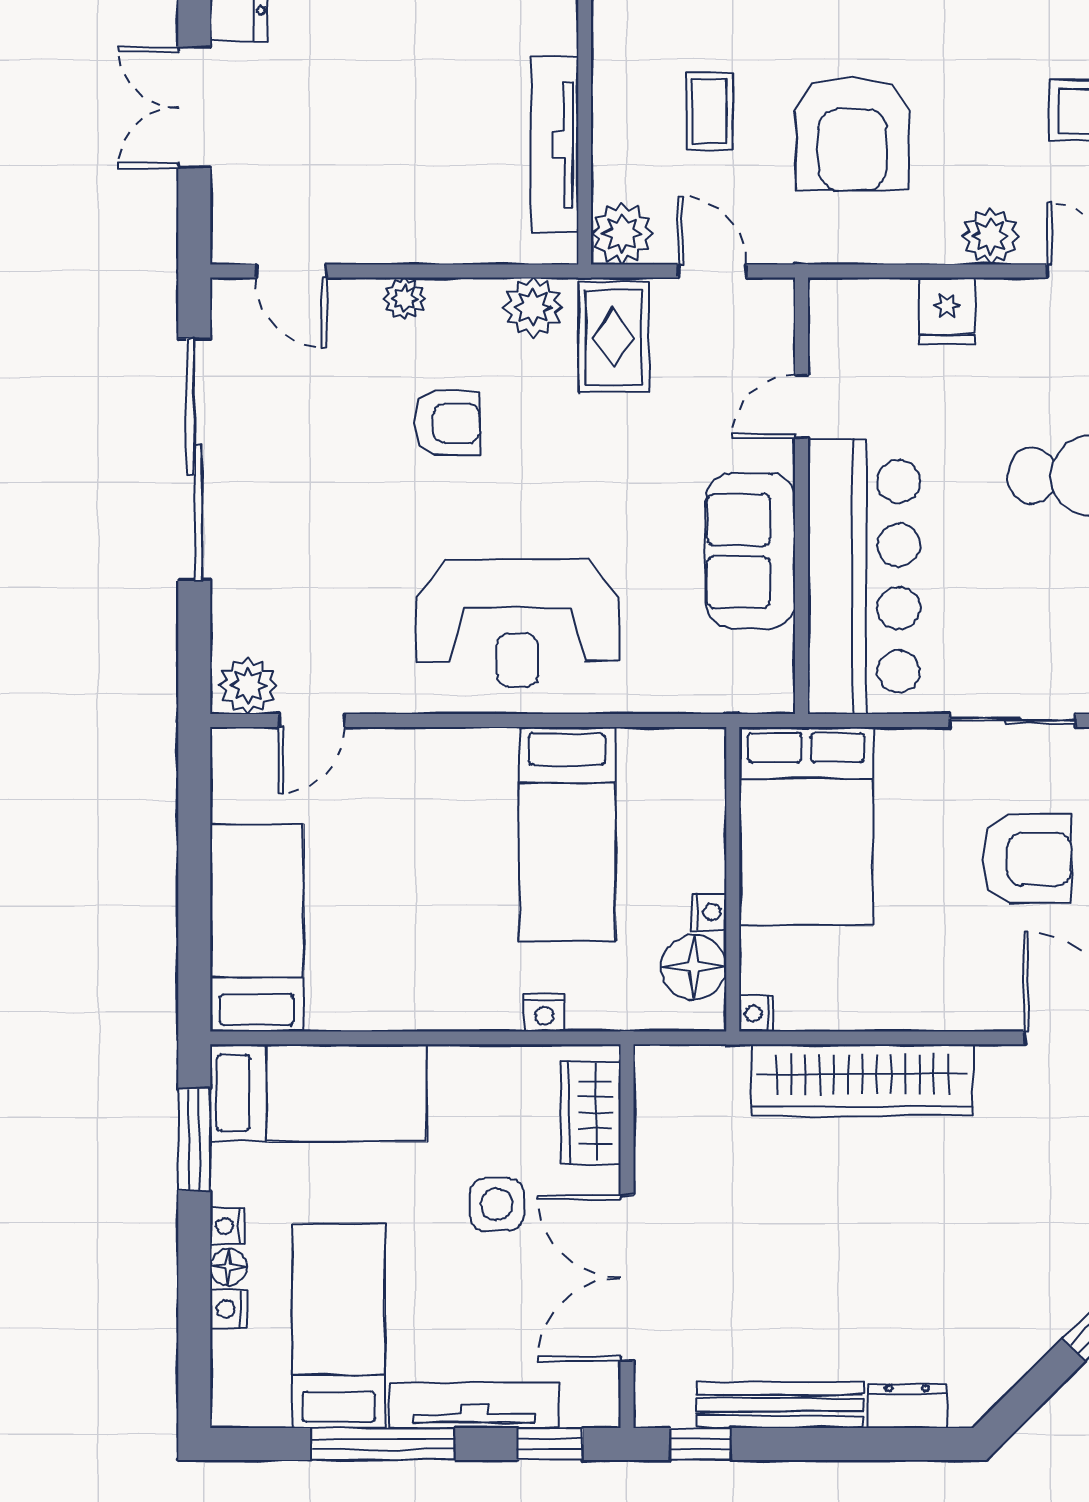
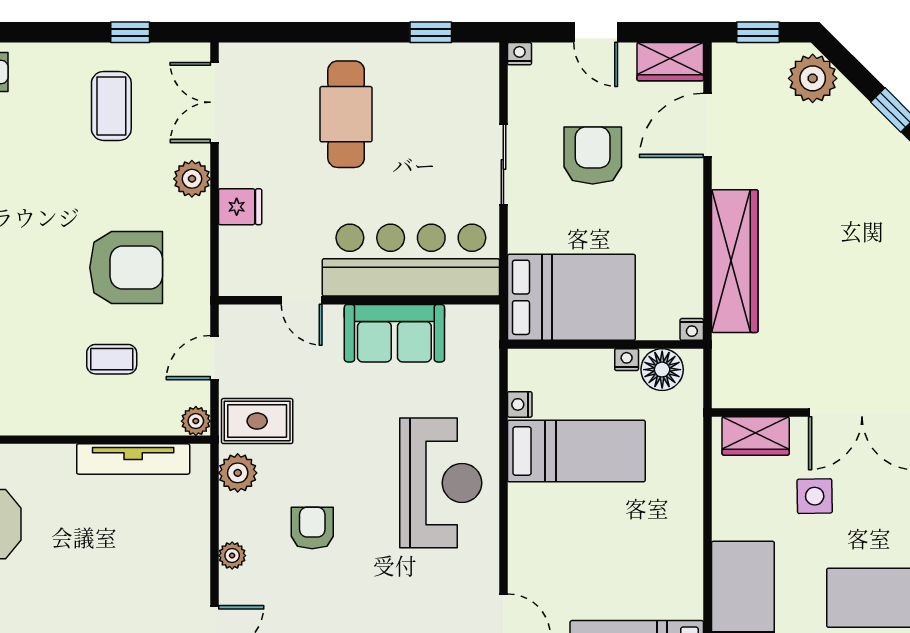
plant: (622, 234) -> (196, 421), width x0.73, depth x0.73
nightstand: (544, 1013) -> (520, 404), moved, turned 180

